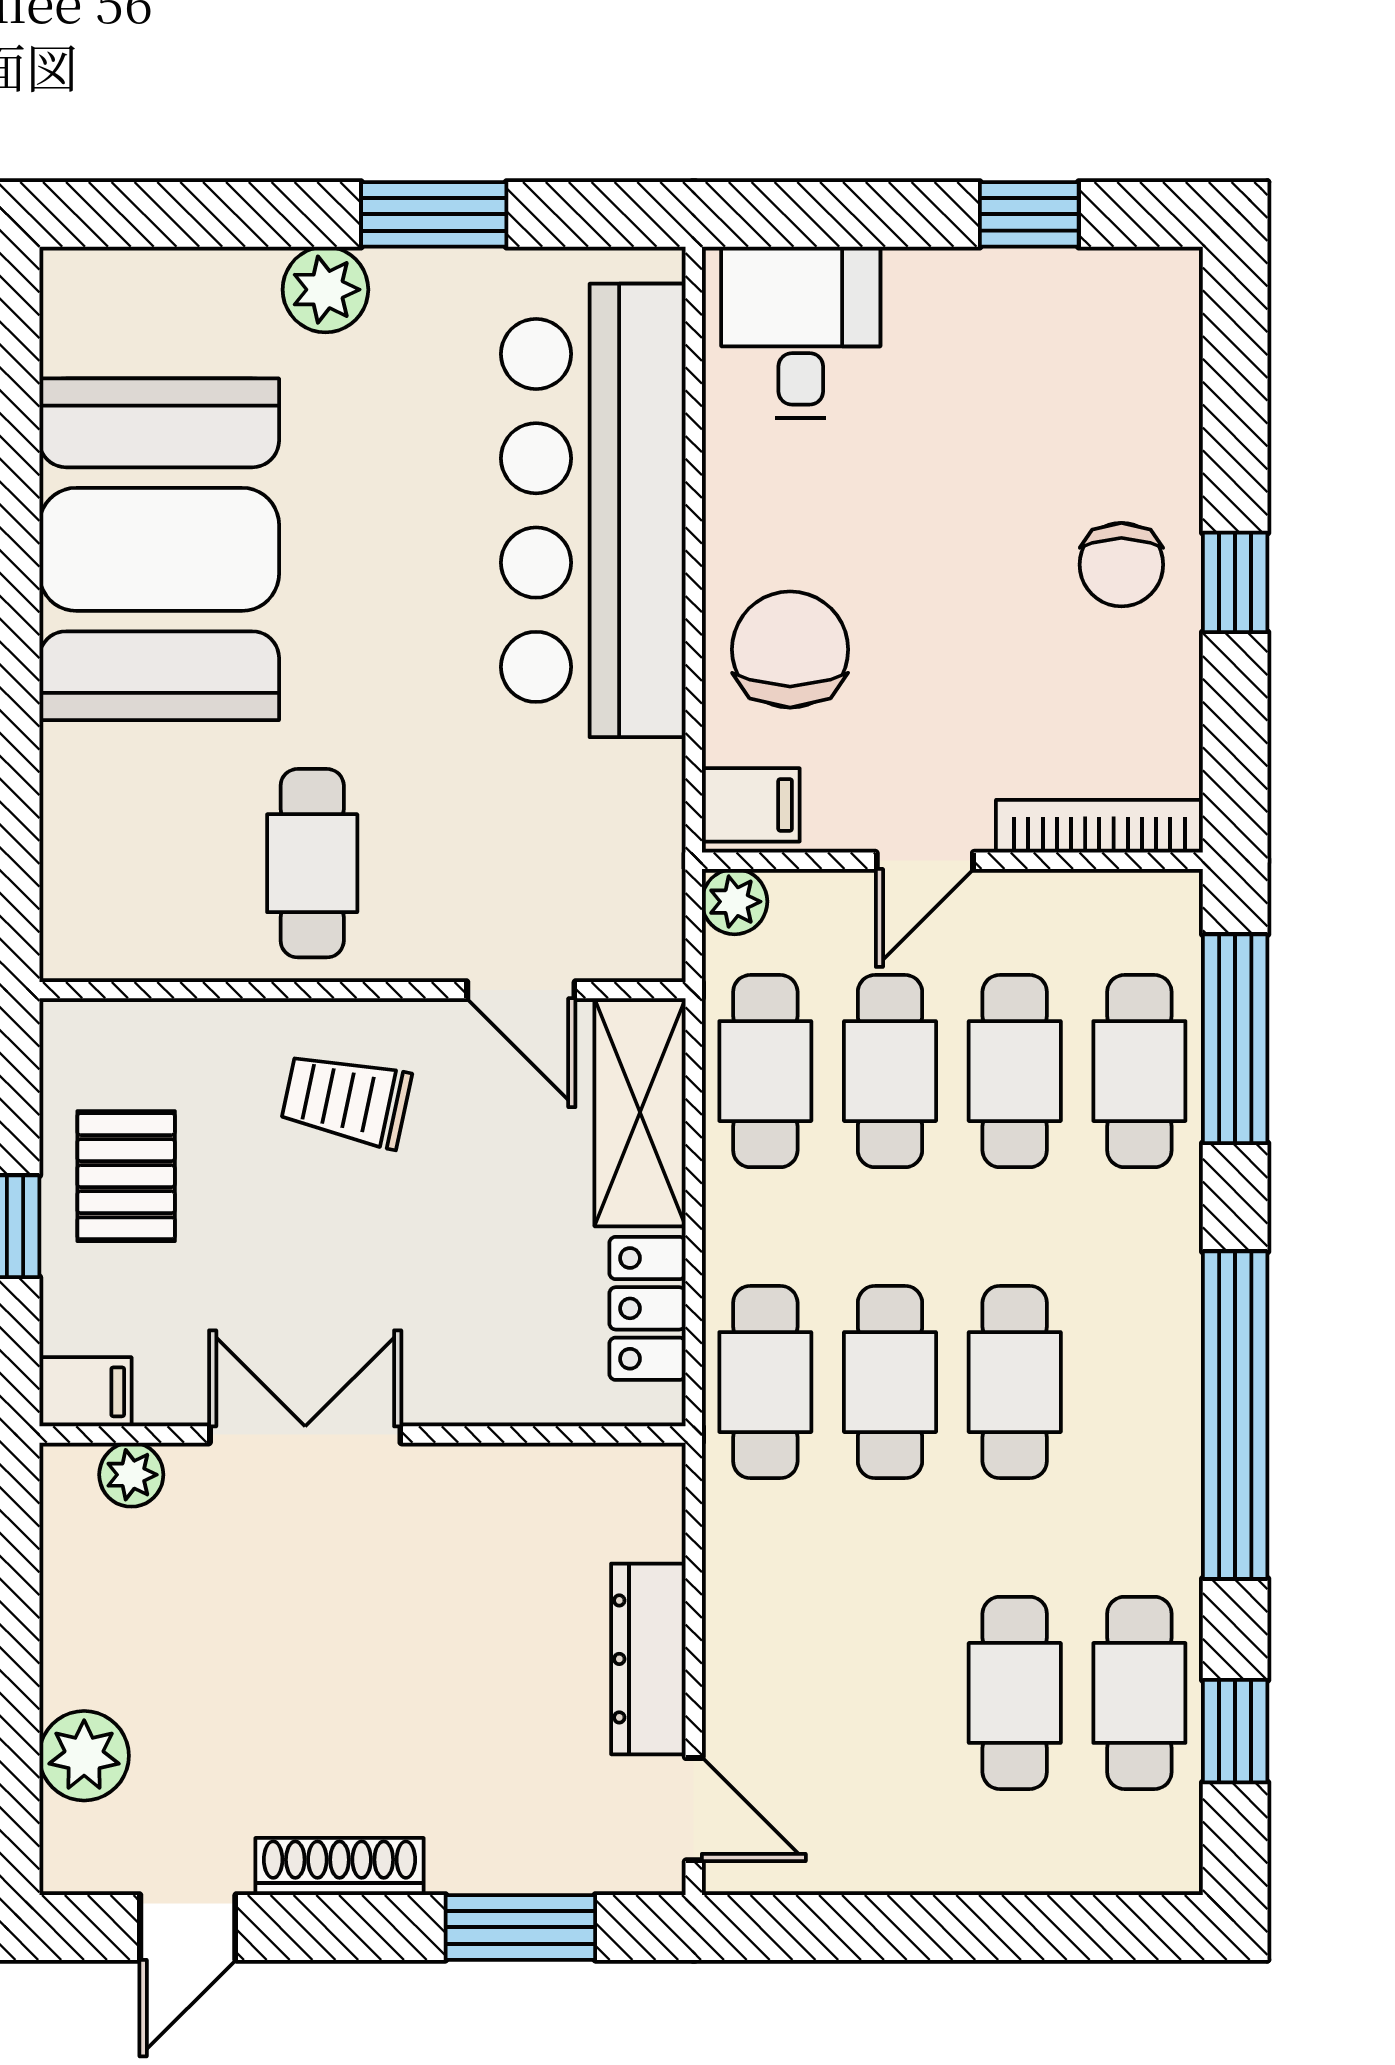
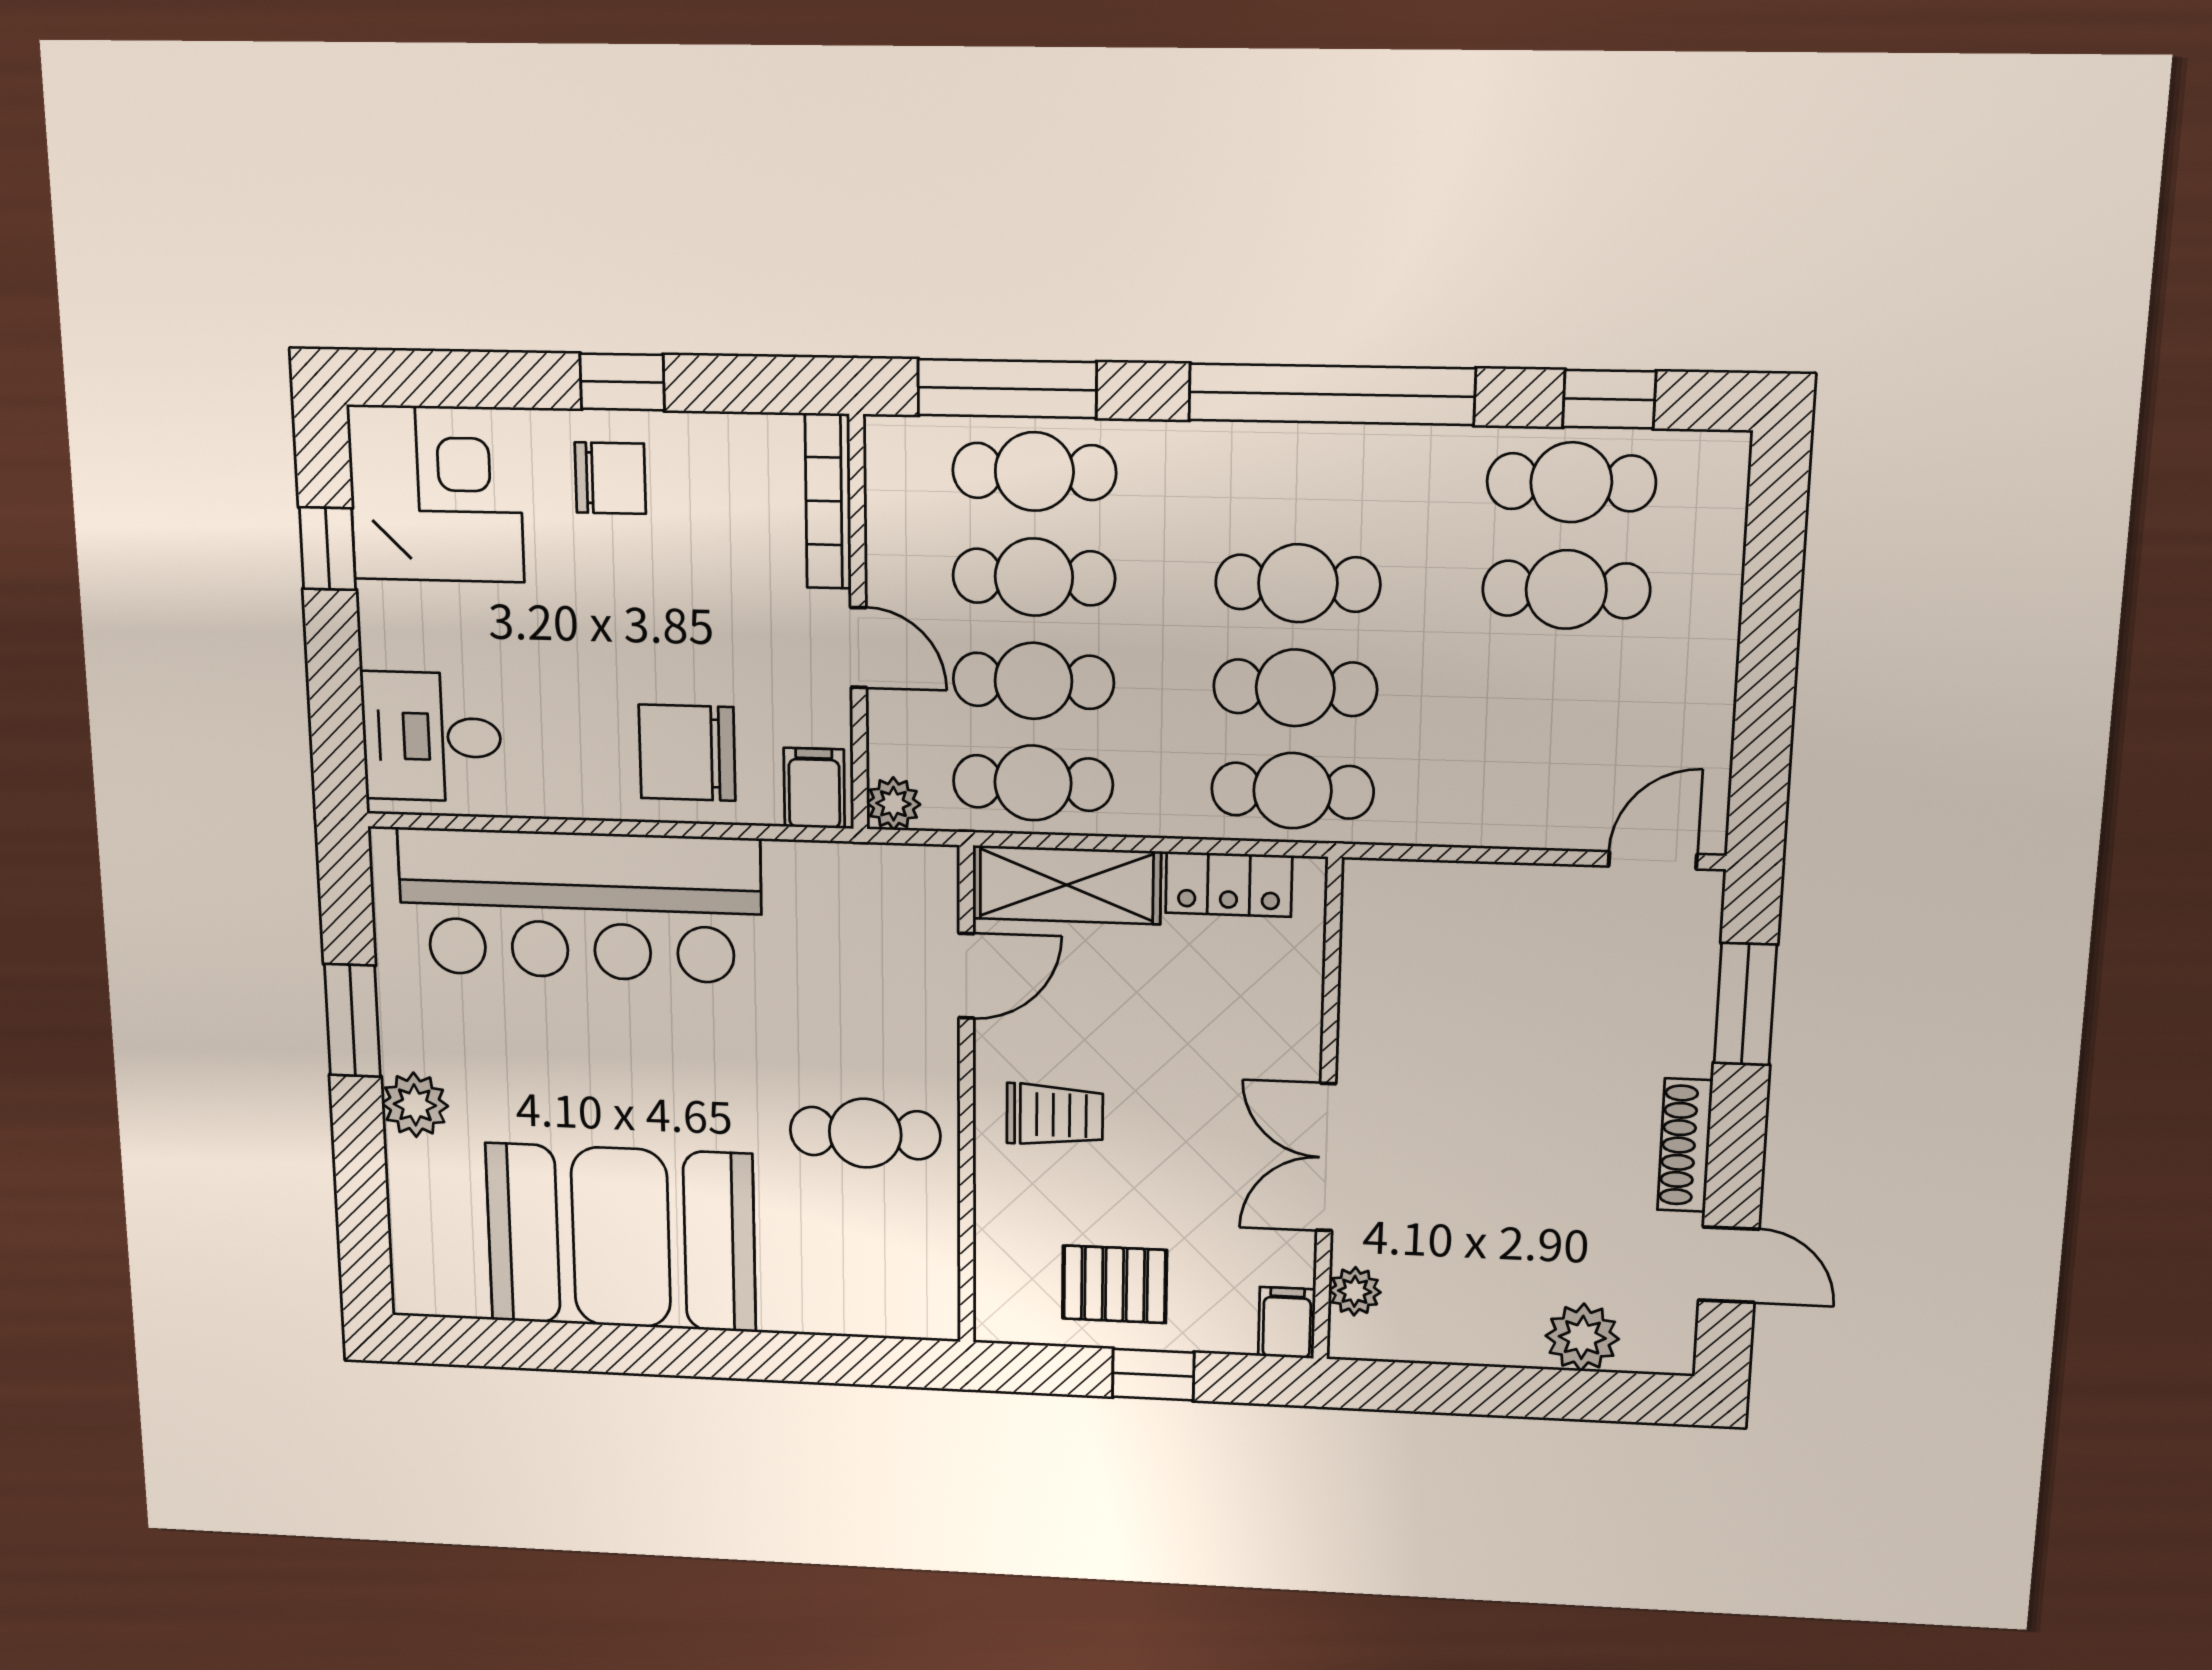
corner desk: (1098, 351) -> (436, 494), added
trolley: (346, 1100) -> (1055, 1115), turned -102
dresser: (648, 1659) -> (1523, 893), removed

